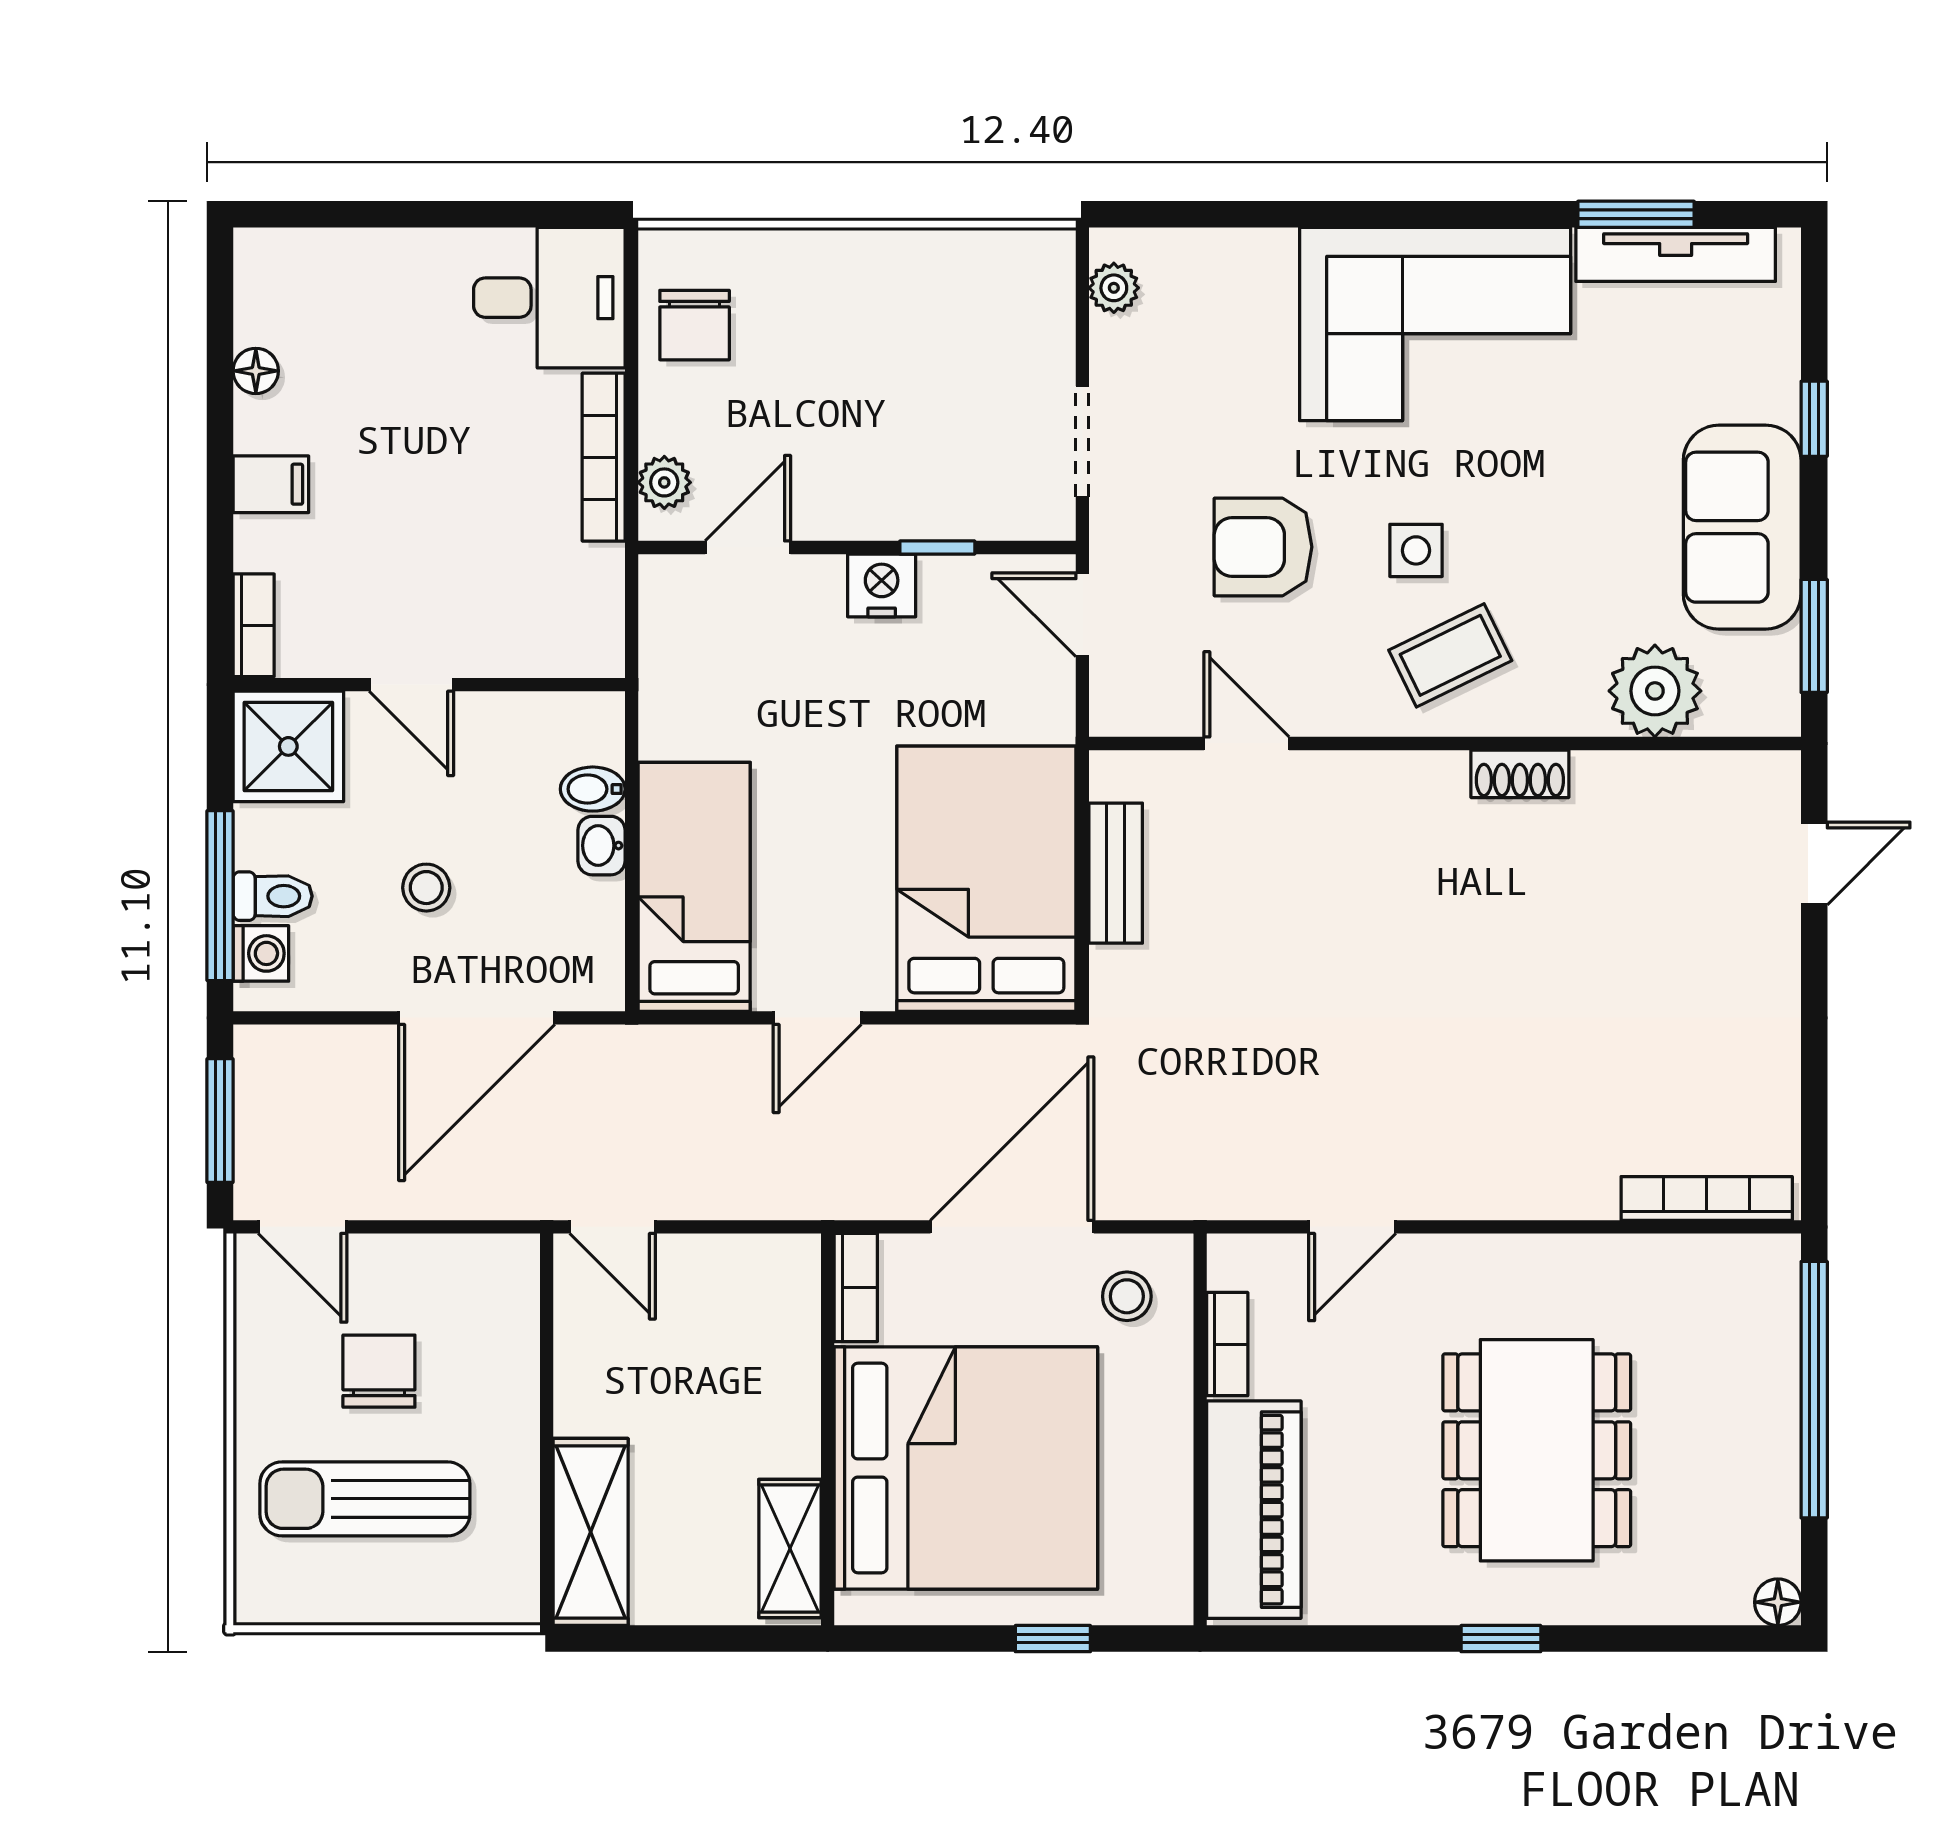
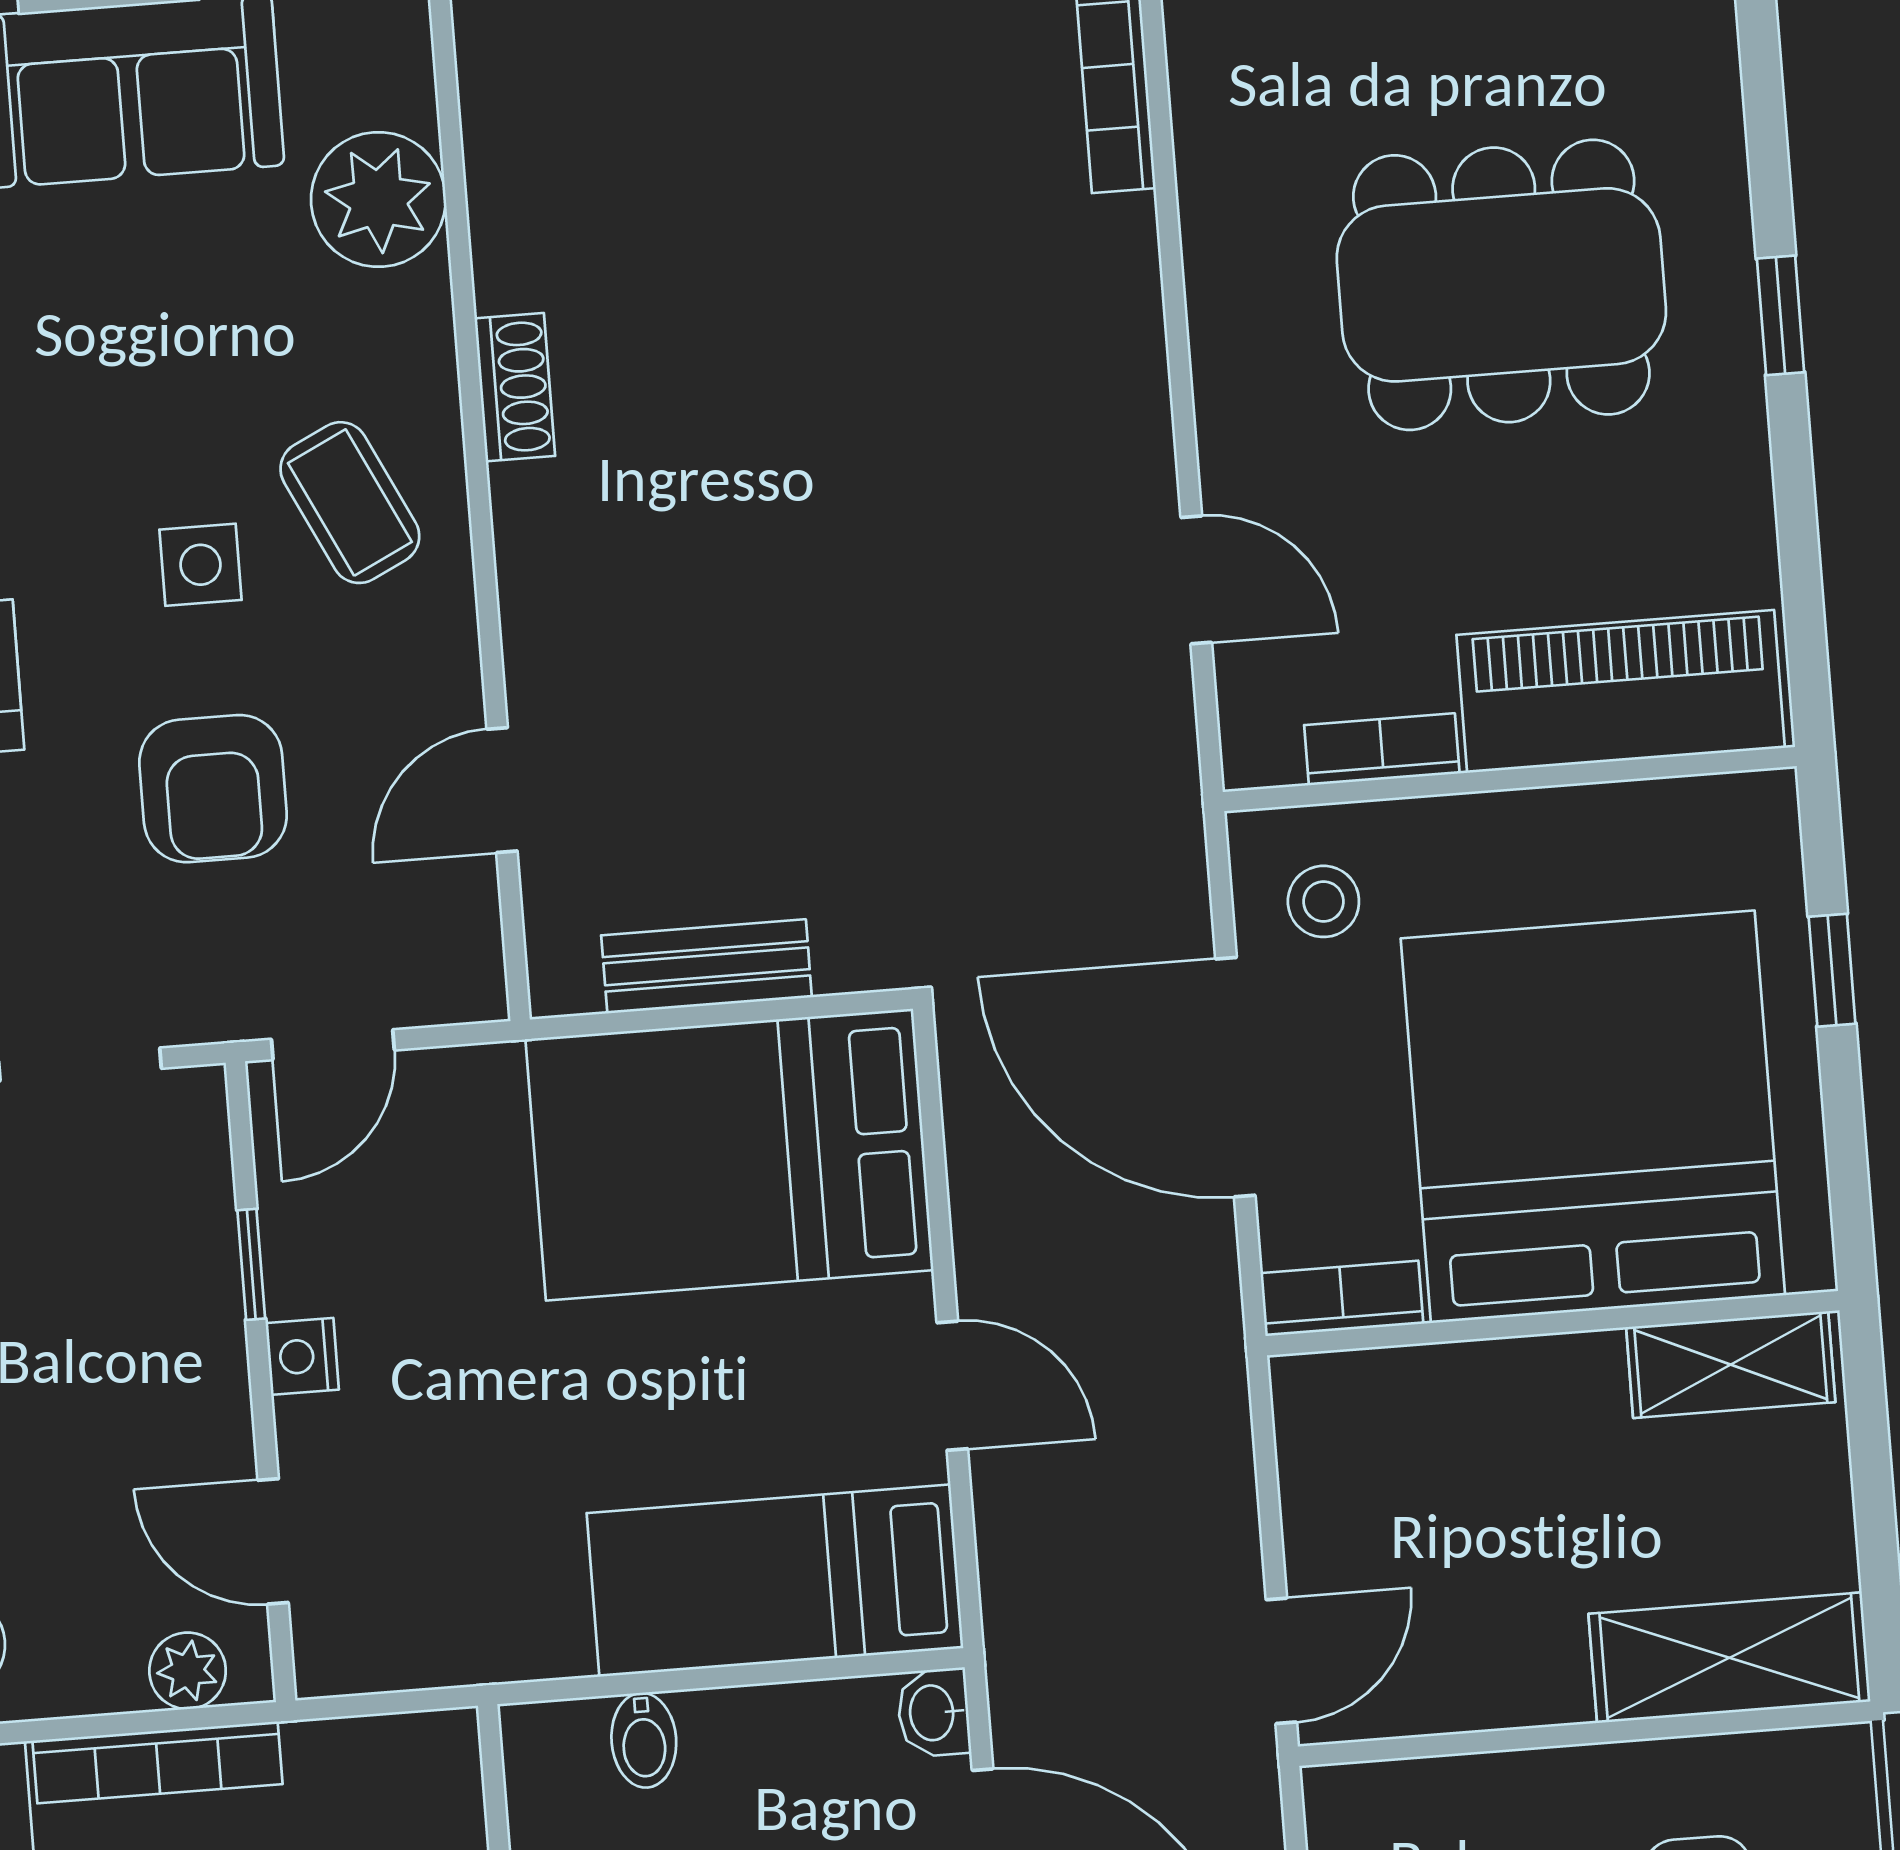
nightstand: (882, 585) -> (302, 1356), width x0.72, depth x0.74
washbasin: (601, 846) -> (934, 1713), moved, turned 90

